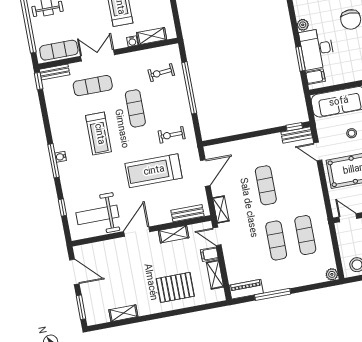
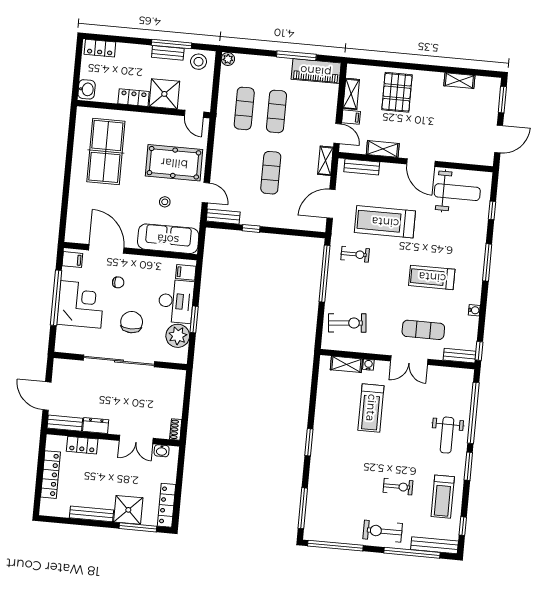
plant: (303, 25) -> (178, 336), width x1.88, depth x1.88
exercise mat: (59, 50) -> (448, 377), removed
window: (300, 59) -> (194, 319), moved
exercise bike: (161, 73) -> (347, 323), width x1.38, depth x1.39
window: (189, 88) -> (325, 274), moved
exercise mat: (135, 108) -> (385, 293), removed
window: (294, 127) -> (251, 228), moved
treadmill: (99, 134) -> (432, 277), turned -90
water cooler: (61, 157) -> (474, 310), moved
treadmill: (154, 171) -> (385, 222), turned 180
door: (137, 232) -> (421, 163), hinge flipped
door: (74, 272) -> (499, 139), swing flipped
pallet: (175, 287) -> (397, 92), turned 90
piano: (246, 289) -> (316, 71), width x1.37, depth x1.33

